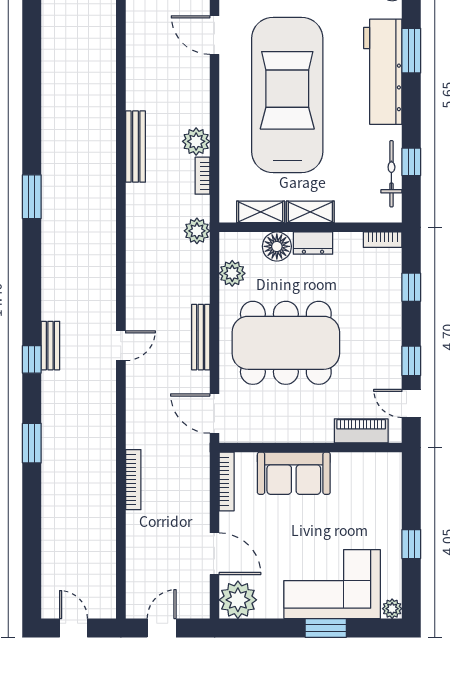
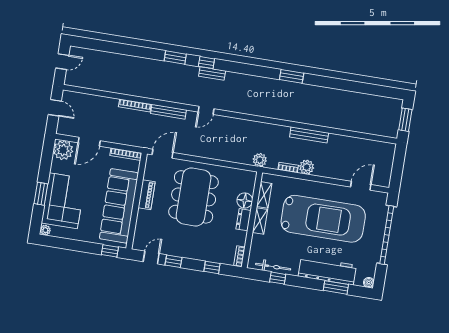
plant: (232, 273) -> (234, 175), removed
bench: (201, 337) -> (169, 112), moved
door: (121, 346) -> (206, 110), hinge flipped
piano: (361, 431) -> (147, 195), moved
window: (32, 443) -> (175, 58), moved
sofa: (294, 473) -> (119, 206), width x1.85, depth x1.27
window: (411, 544) -> (110, 251), moved

